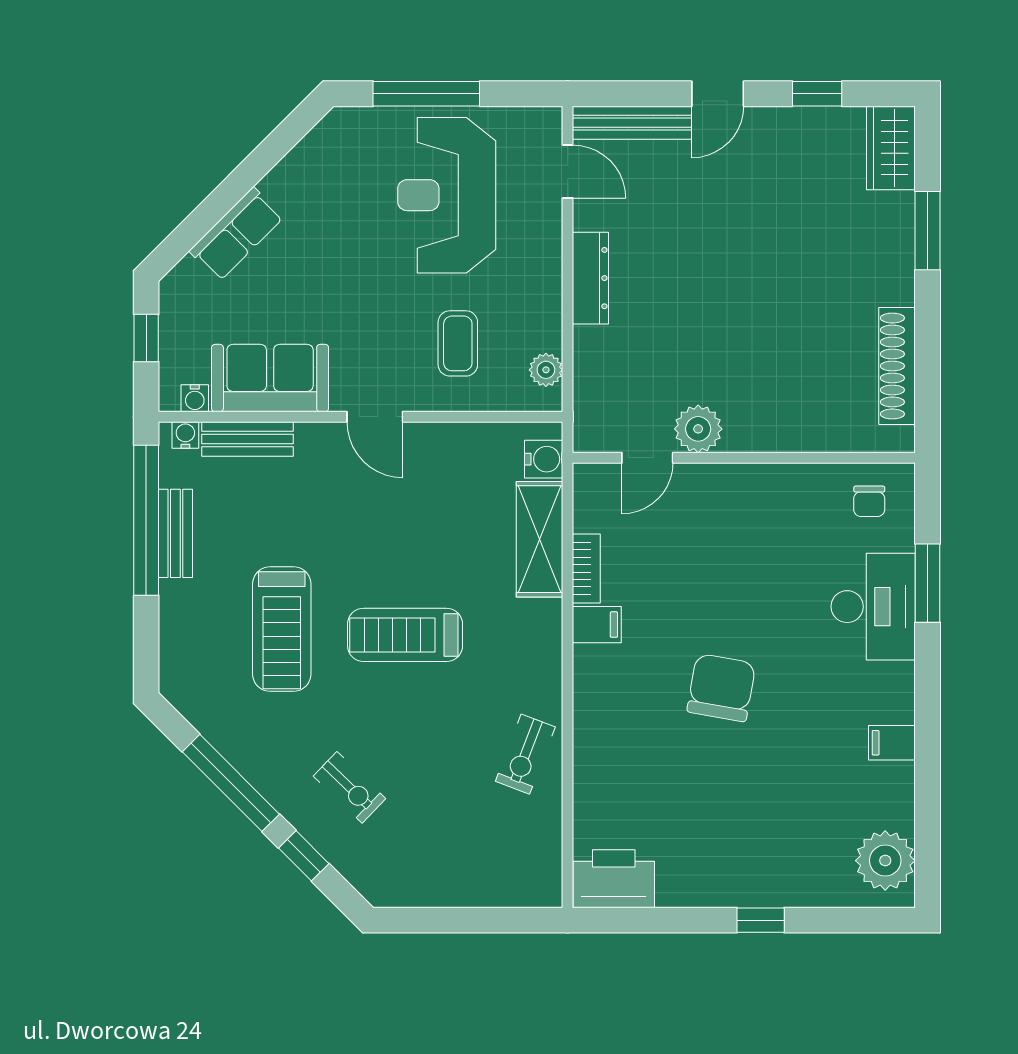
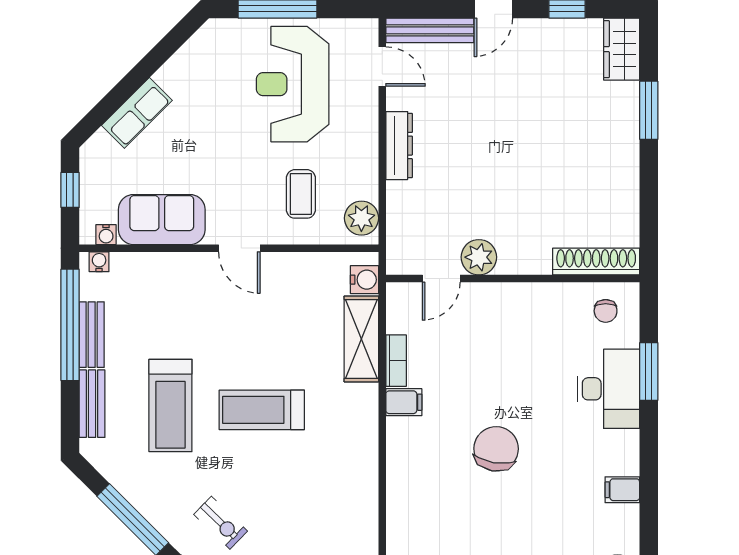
shoe rack: (897, 366) -> (596, 262), moved, turned 90
plant: (546, 370) -> (361, 218), width x1.38, depth x1.38
bench: (248, 439) -> (92, 404), moved, turned 90
exercise bike: (525, 754) -> (351, 498), removed

